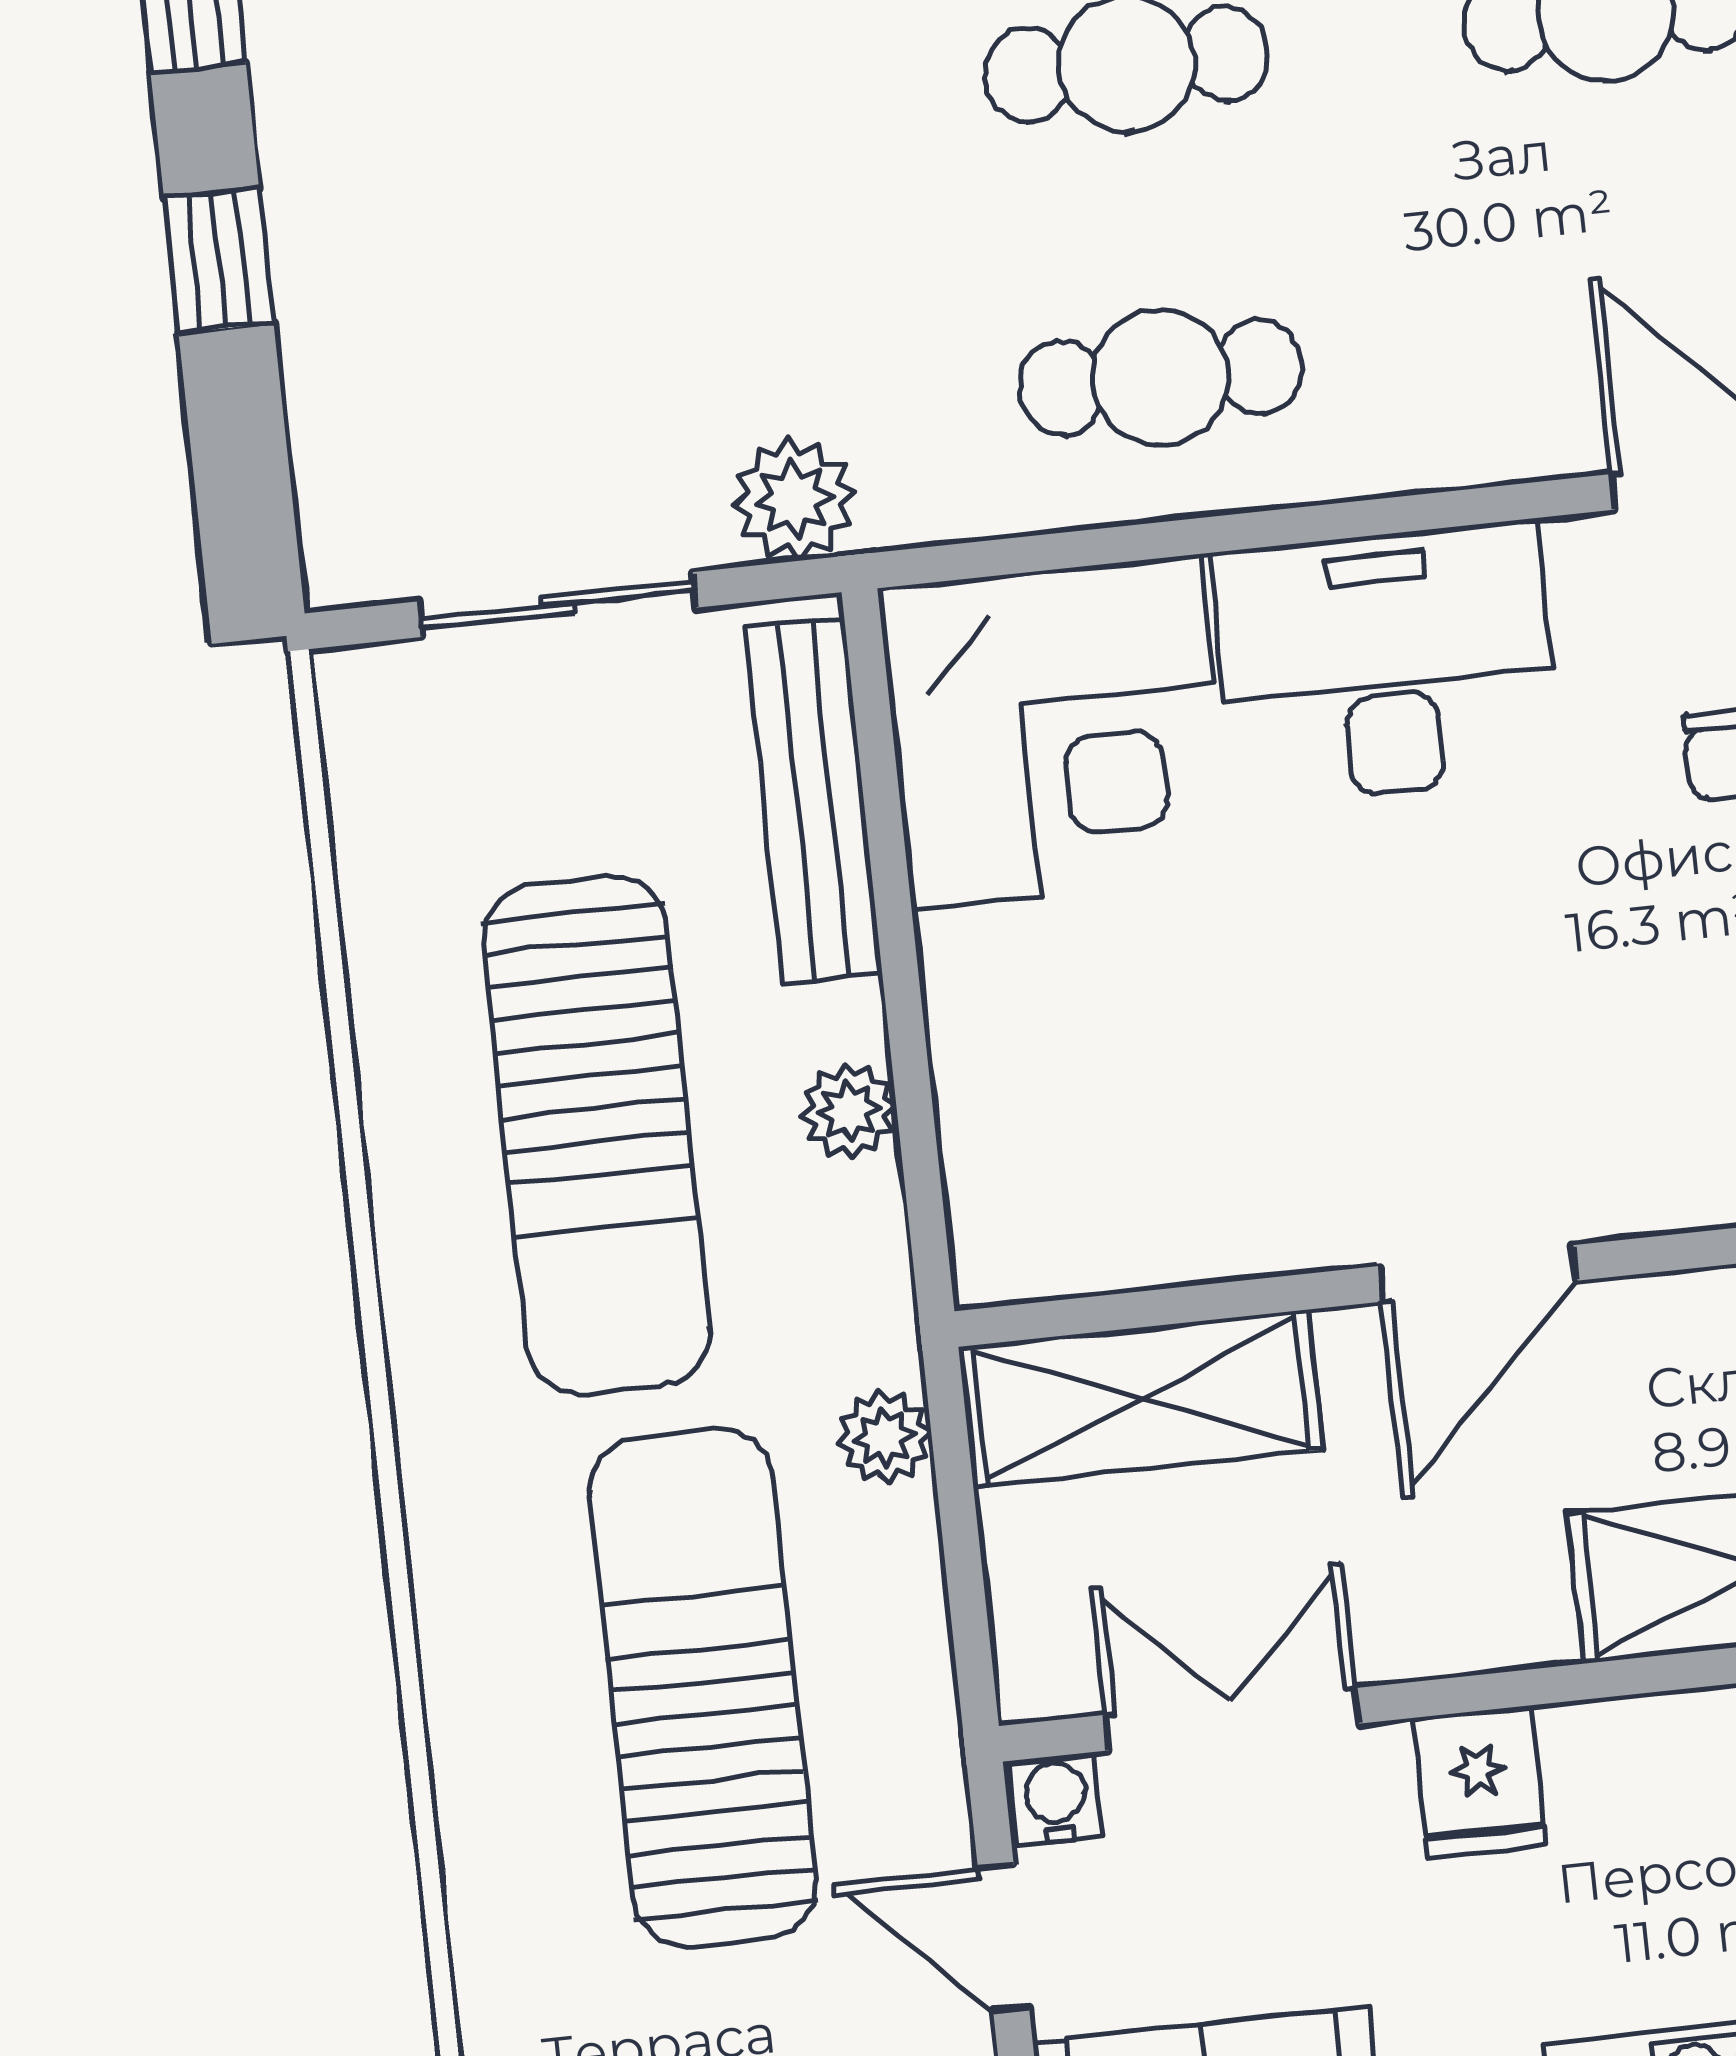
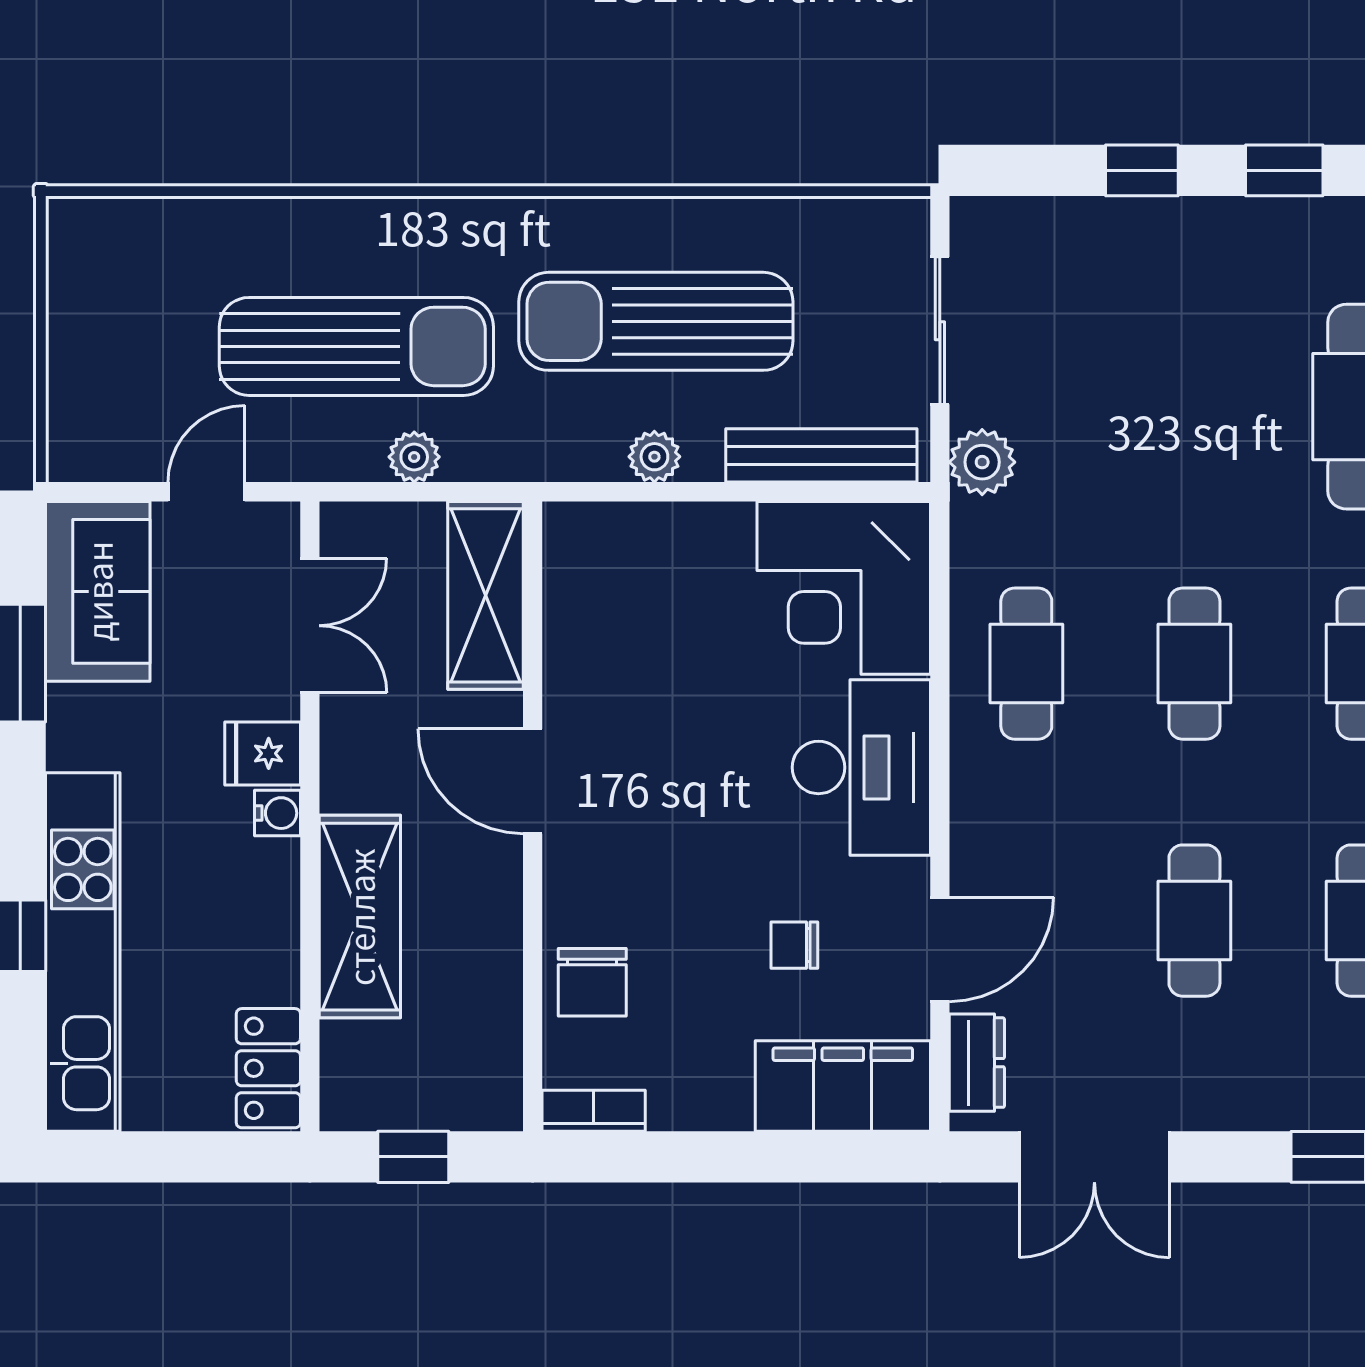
plant: (884, 1438) -> (414, 457), moved
water cooler: (1056, 1799) -> (277, 813), moved

